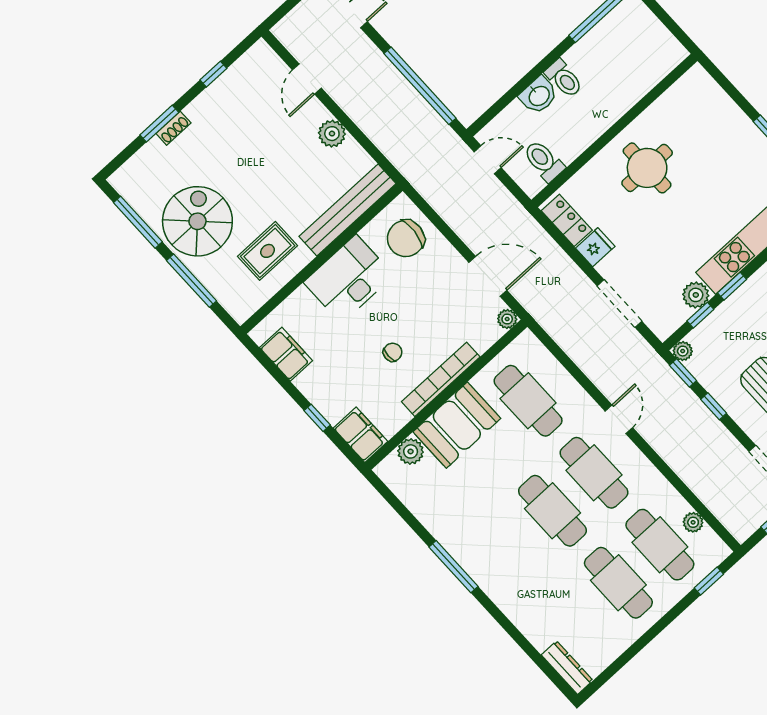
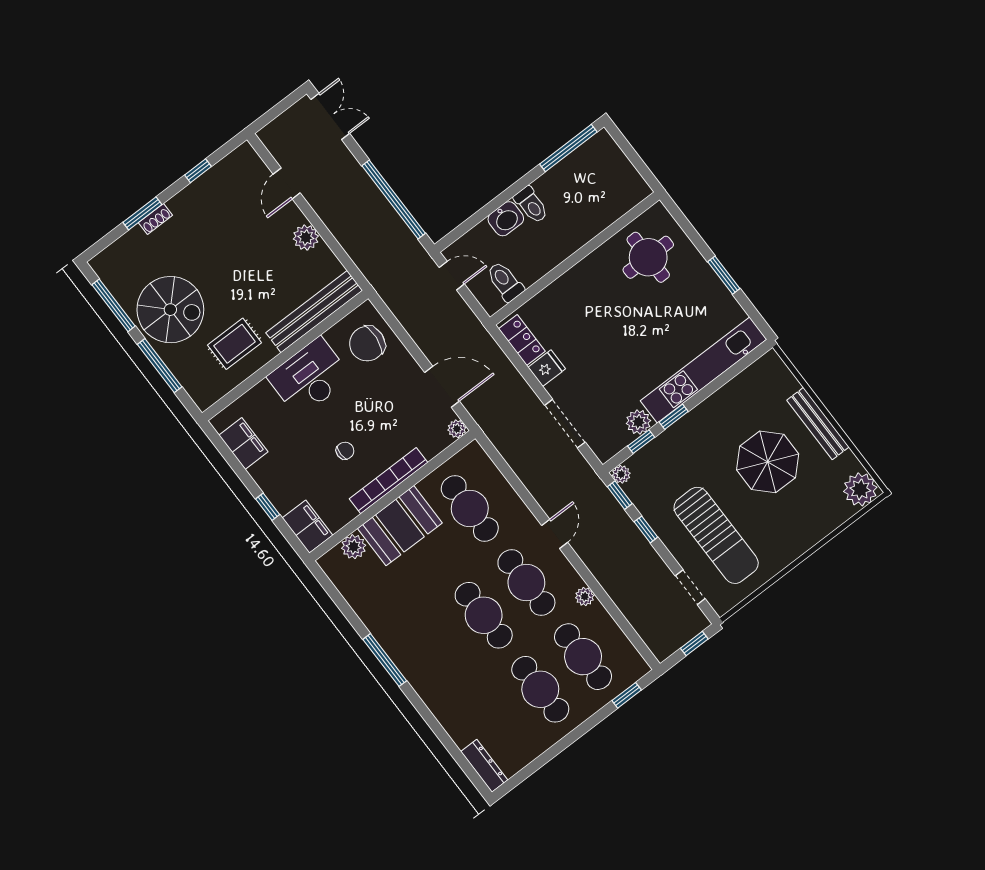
round table: (647, 168) -> (648, 257), moved
spiral stairs: (197, 221) -> (170, 310), turned 90
plant: (693, 522) -> (585, 597), moved

